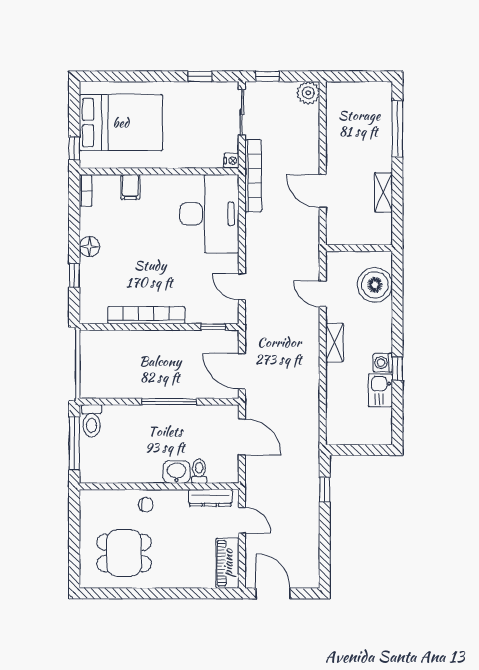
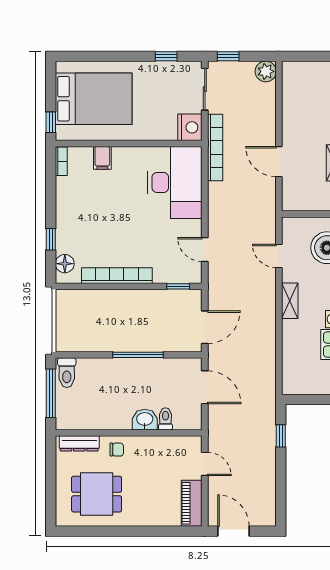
nightstand: (232, 161) -> (190, 127), width x1.89, depth x1.79
floor lamp: (89, 247) -> (65, 264), moved
door: (242, 371) -> (205, 327), swing flipped
dresser: (210, 498) -> (79, 443), moved

